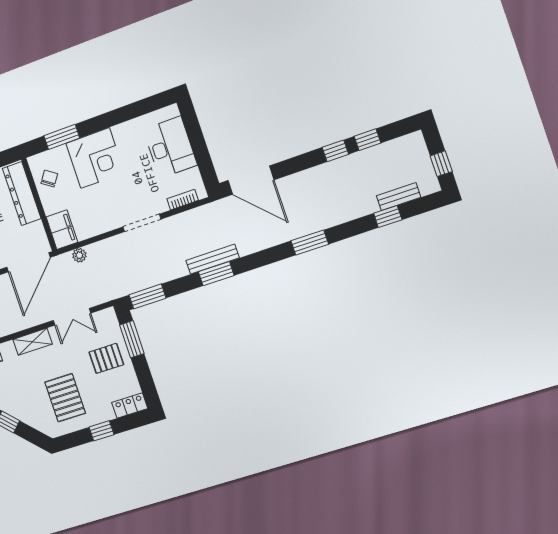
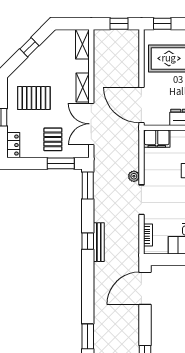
window: (310, 242) -> (88, 336), moved
plant: (79, 255) -> (134, 176), moved
window: (216, 274) -> (88, 241), width x0.67
double door: (72, 317) -> (91, 124), width x1.37

